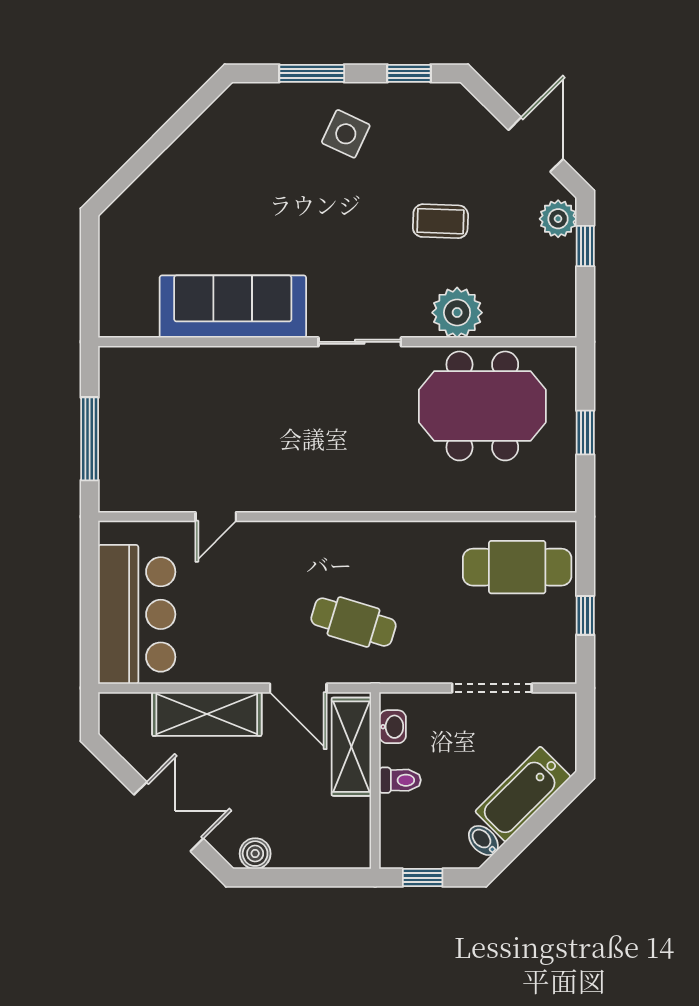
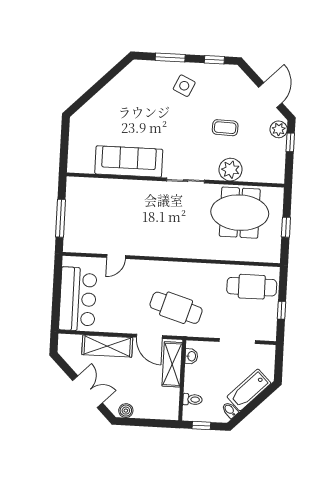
cafe table: (353, 622) -> (176, 308), width x1.37, depth x1.35
toilet: (400, 780) -> (192, 399), moved

